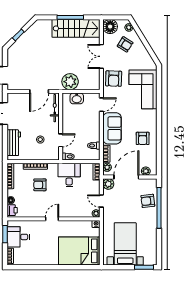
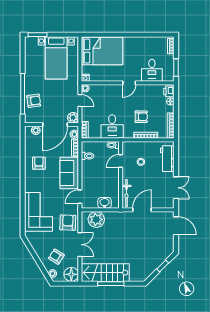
plant: (70, 82) -> (96, 219), moved
desk: (18, 237) -> (152, 70), moved, turned 90

